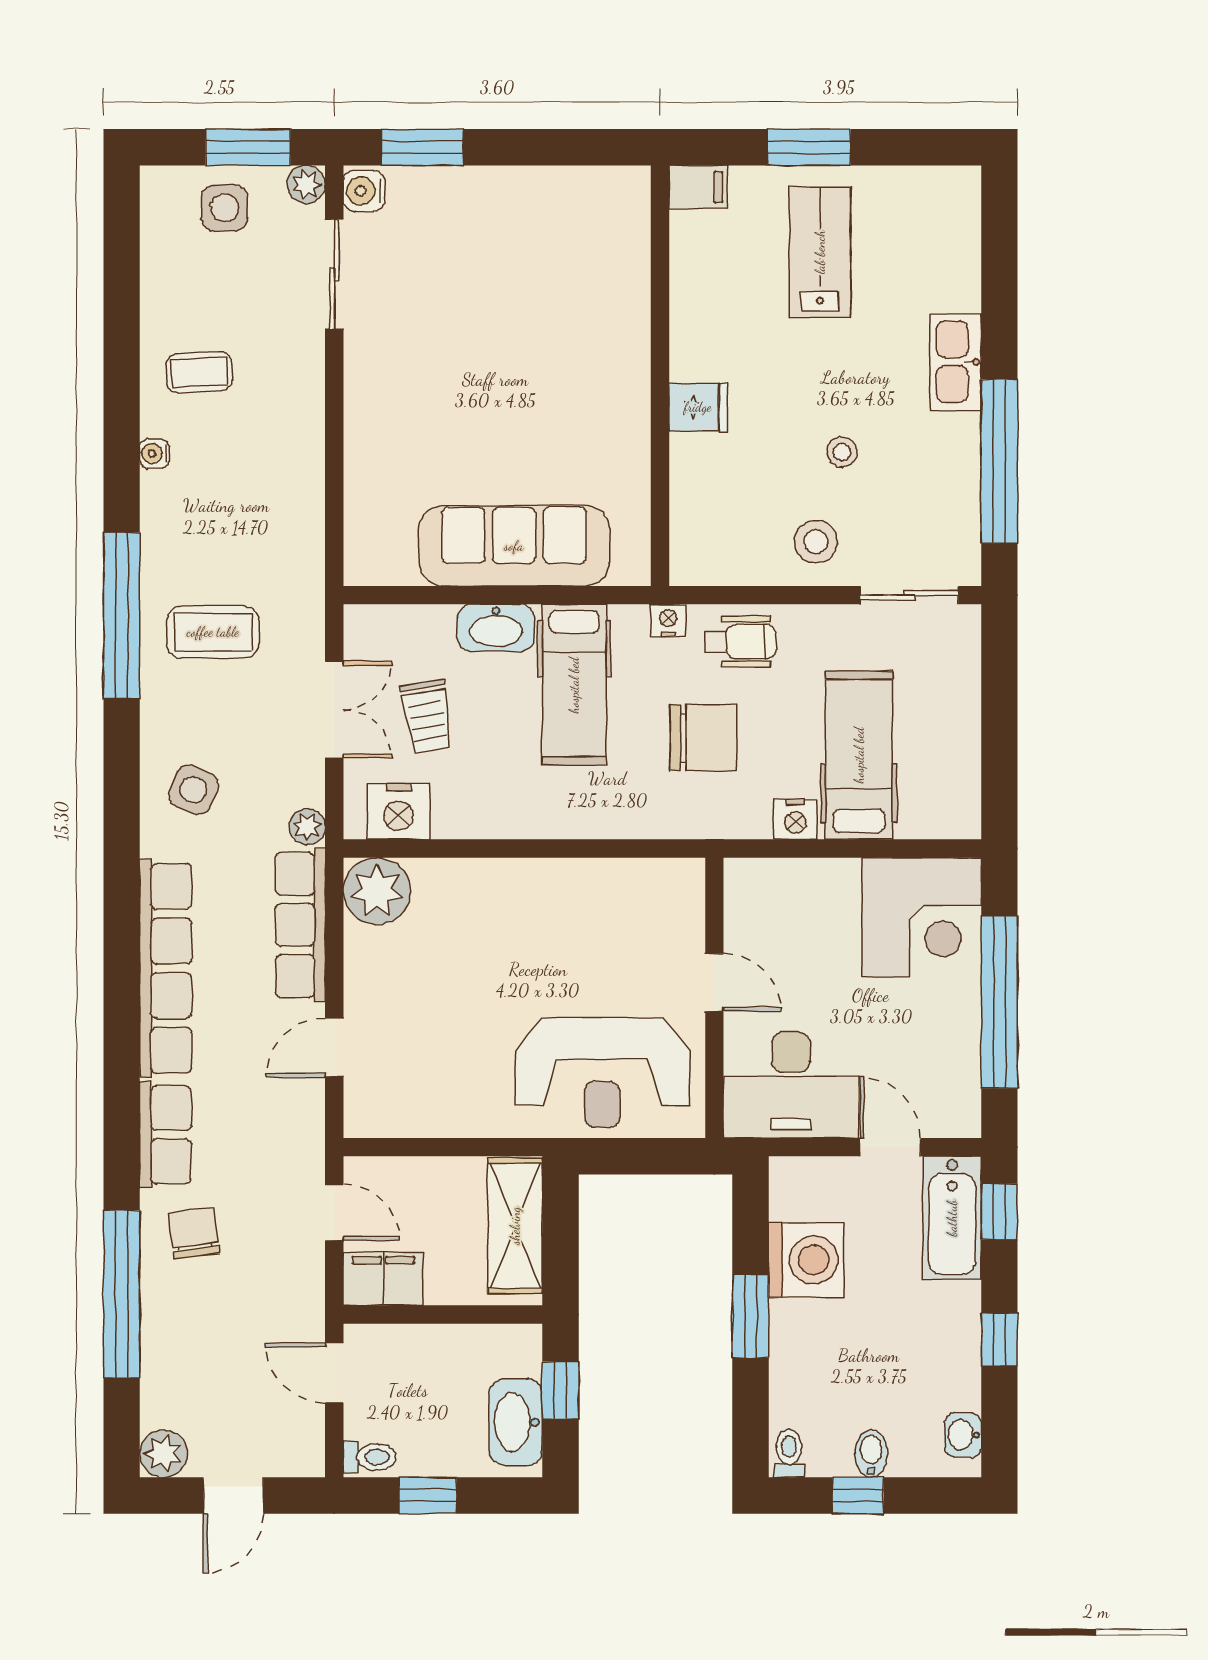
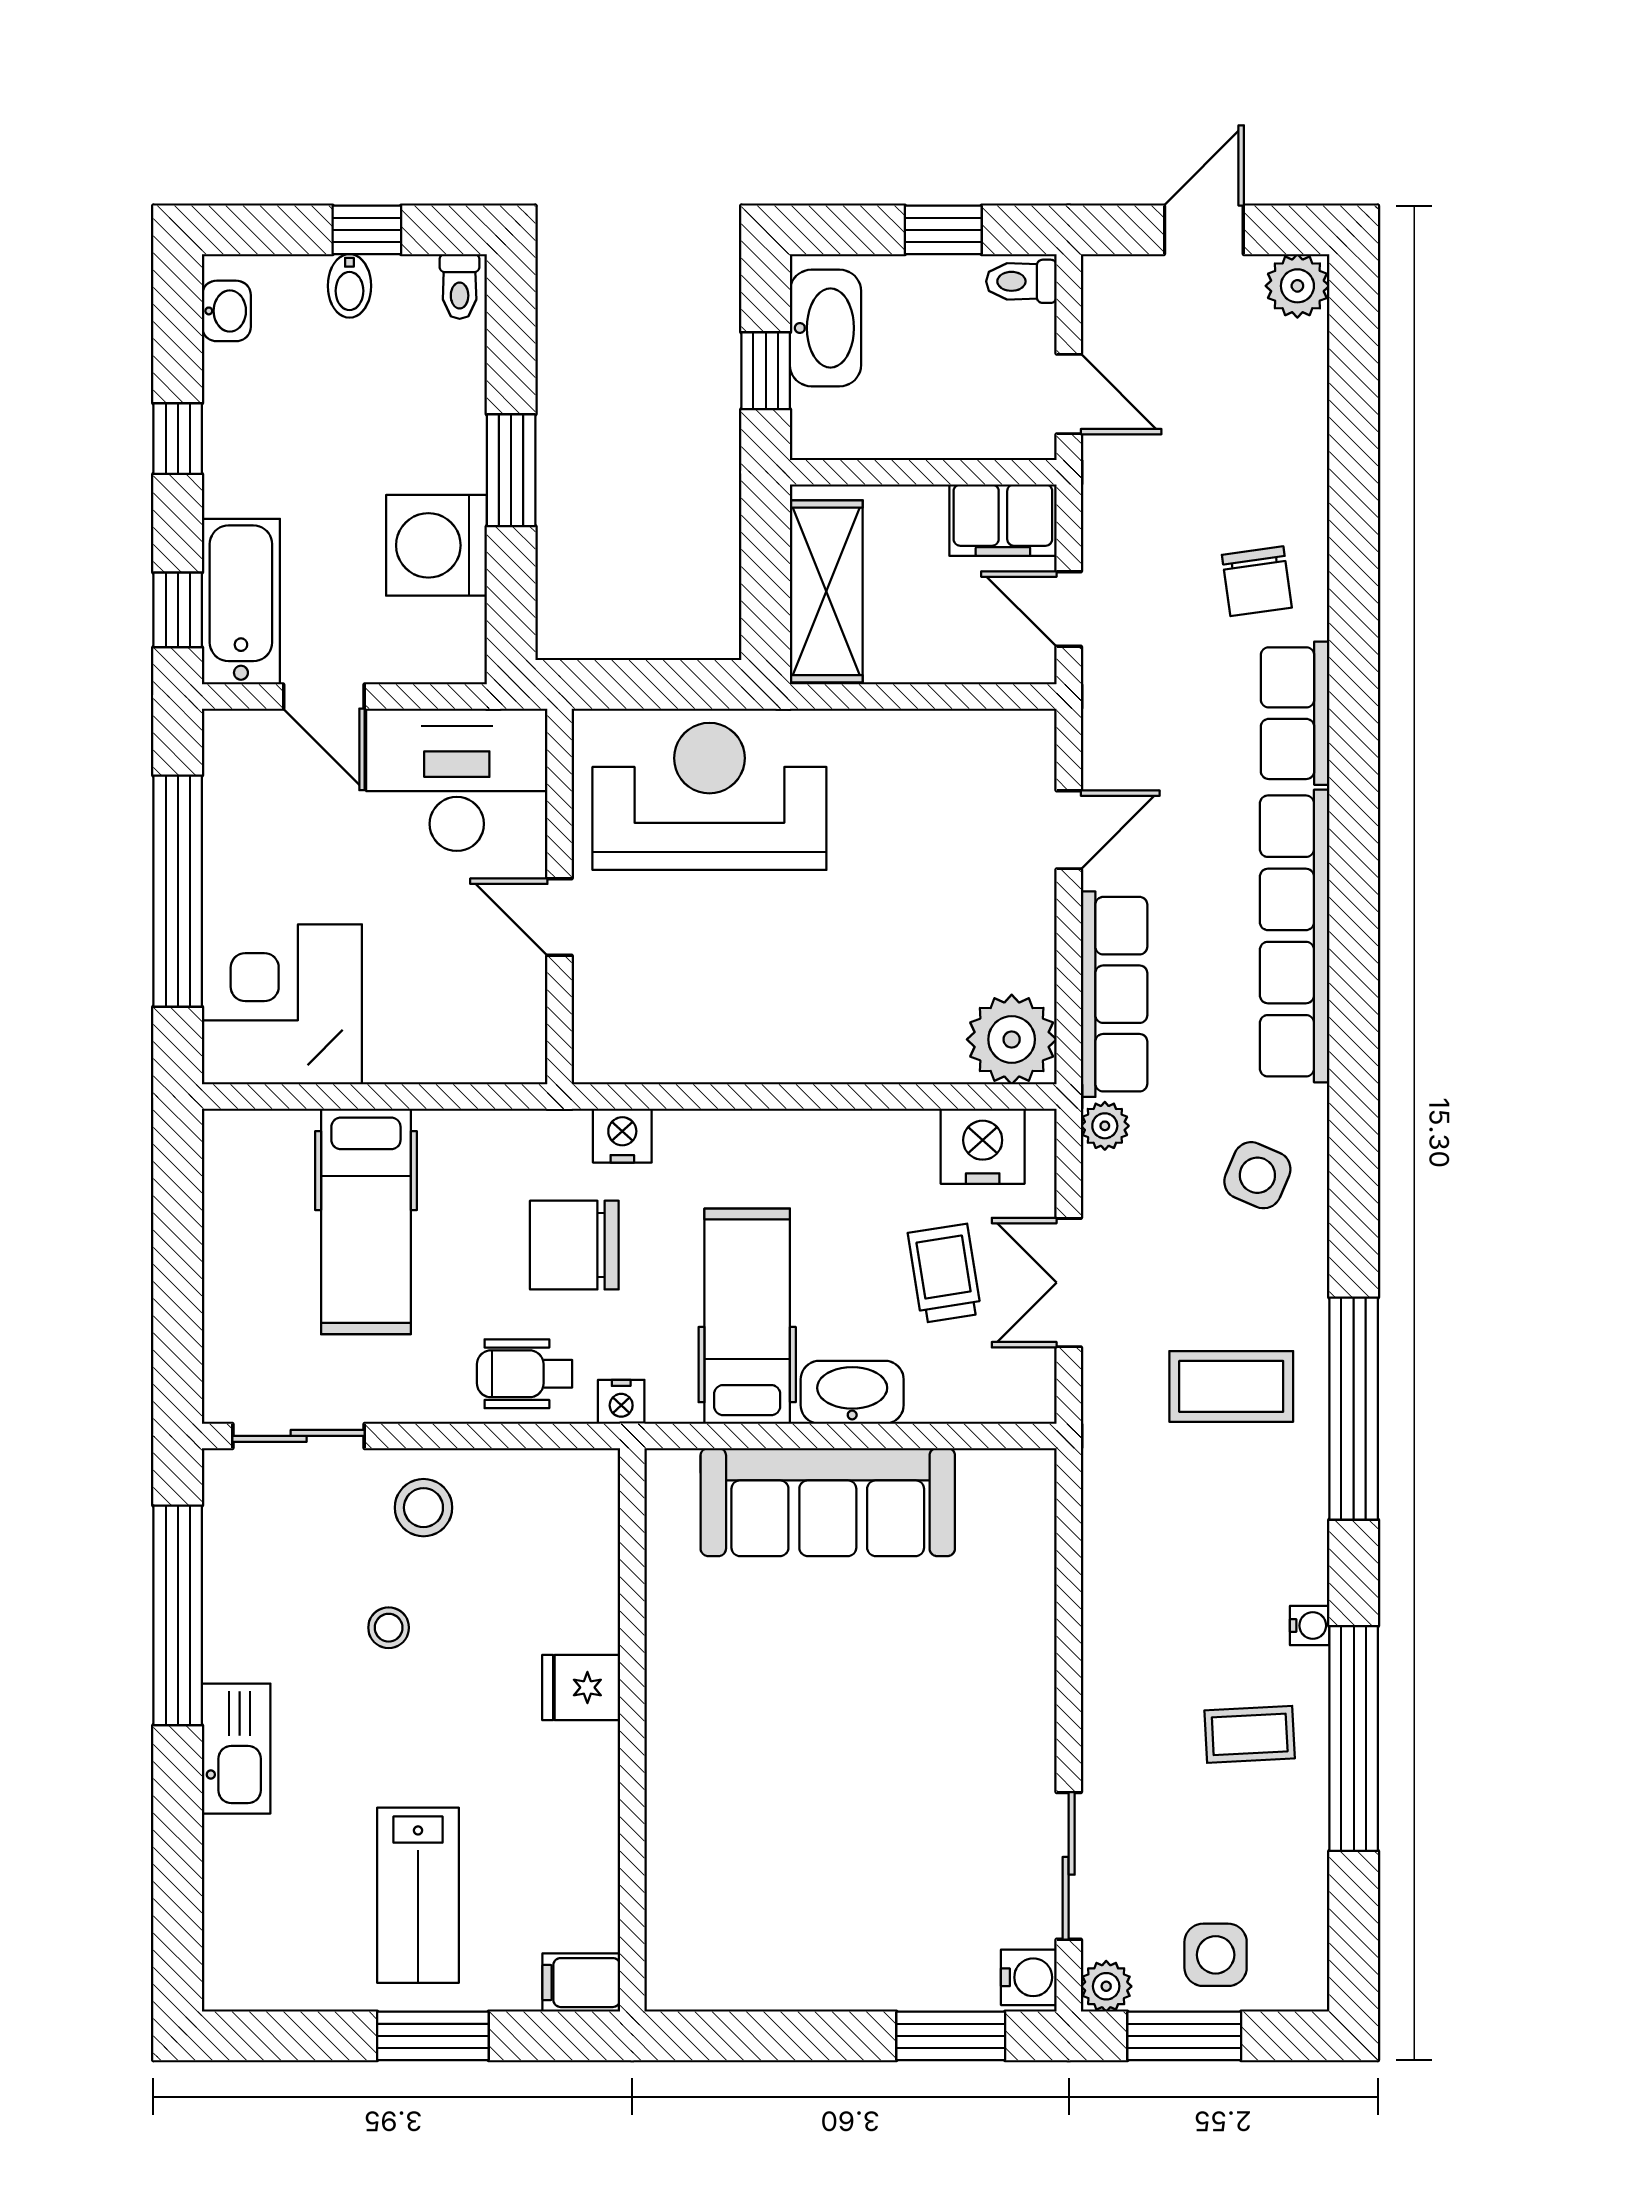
nightstand: (795, 819) -> (622, 1136), moved
window: (122, 1294) -> (1354, 1739), moved

